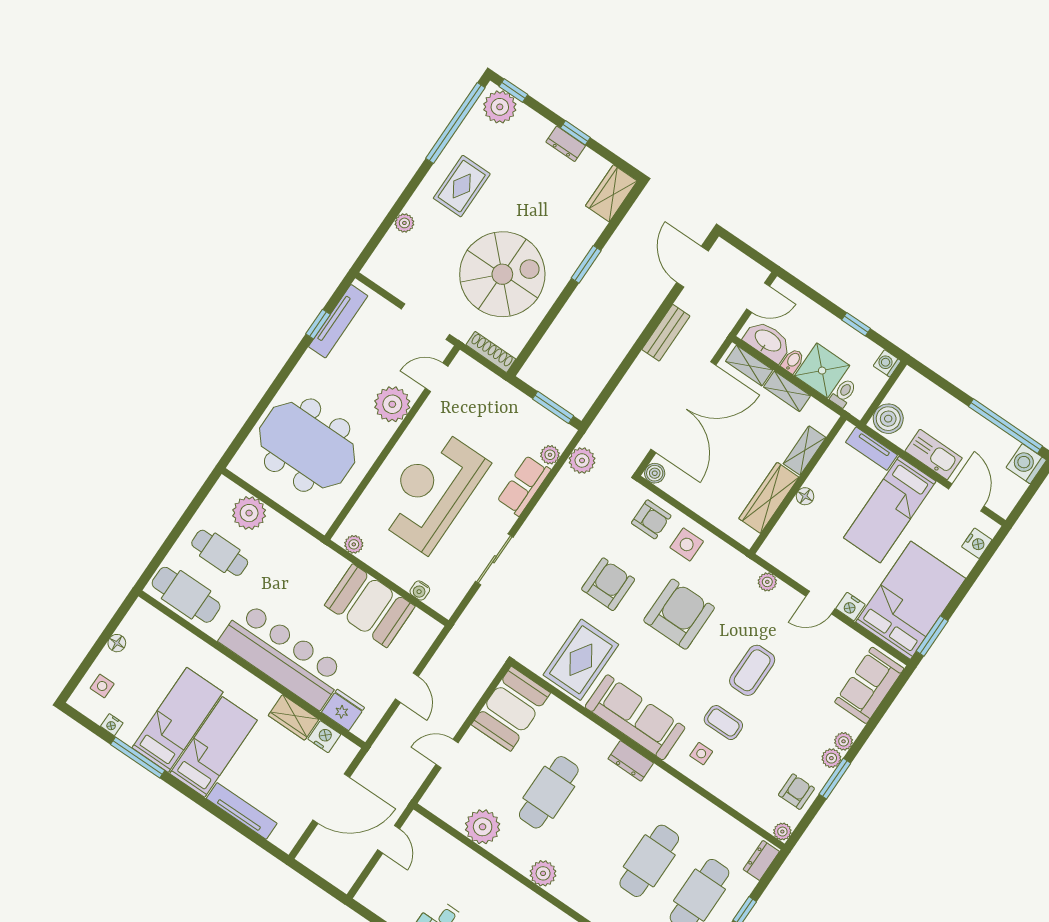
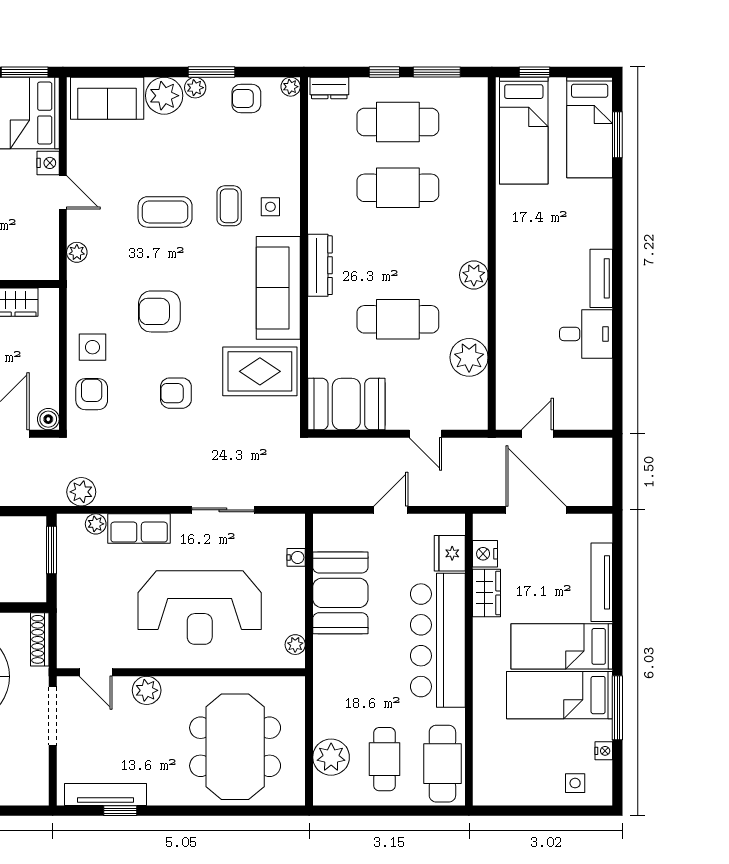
plant: (392, 404) -> (147, 690), width x0.73, depth x0.73
armchair: (608, 584) -> (176, 393), width x0.72, depth x0.72
armchair: (679, 614) -> (159, 311), width x0.73, depth x0.73
floor lamp: (117, 643) -> (528, 796), removed
plant: (844, 741) -> (164, 96), width x1.88, depth x1.88
dresser: (631, 761) -> (320, 265), width x1.44

